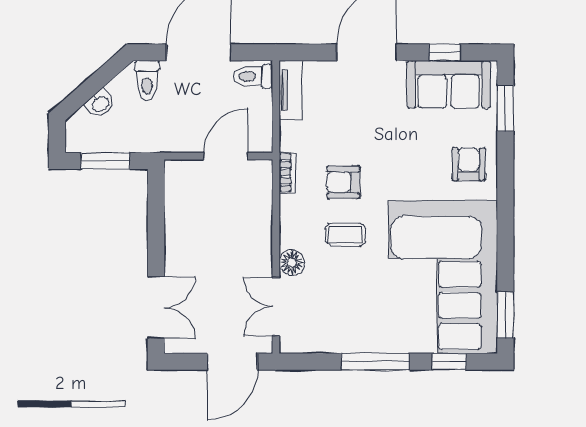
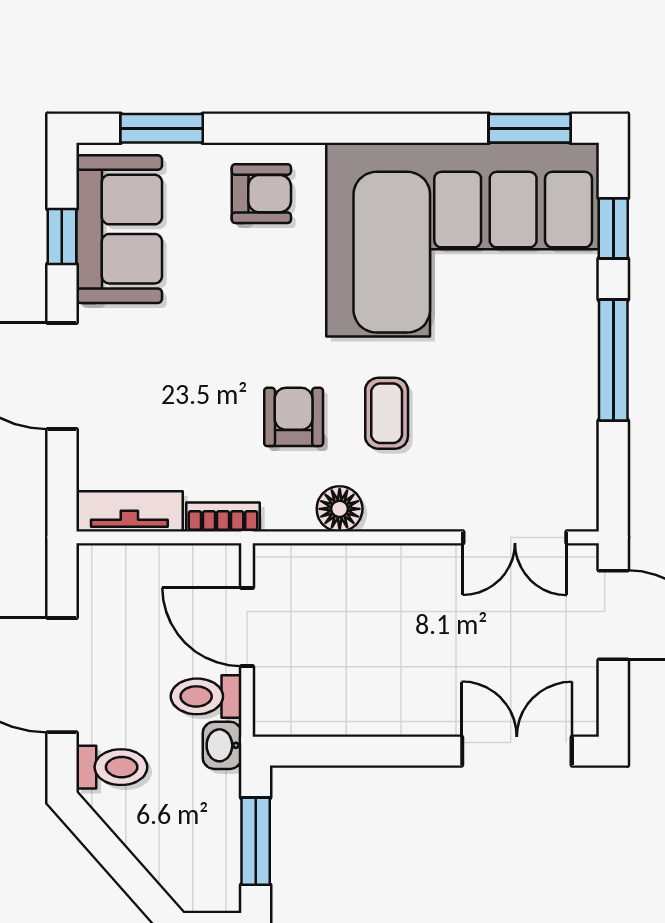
toilet: (253, 76) -> (206, 696), moved, turned 90
washbasin: (100, 104) -> (222, 745), moved, turned -138
armchair: (469, 164) -> (261, 194), turned 180
bookcase: (287, 173) -> (223, 517), moved
armchair: (343, 182) -> (294, 417), turned 180
floor lamp: (292, 263) -> (340, 509), moved

